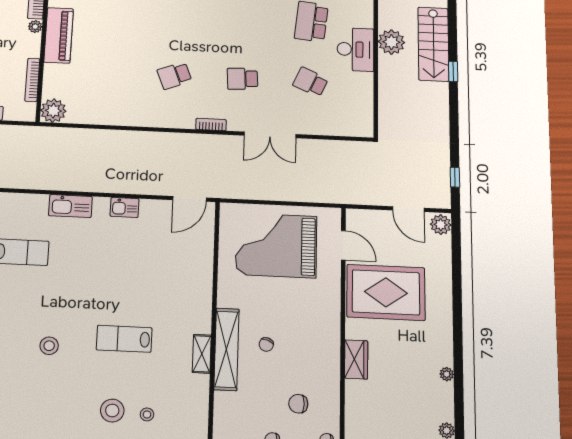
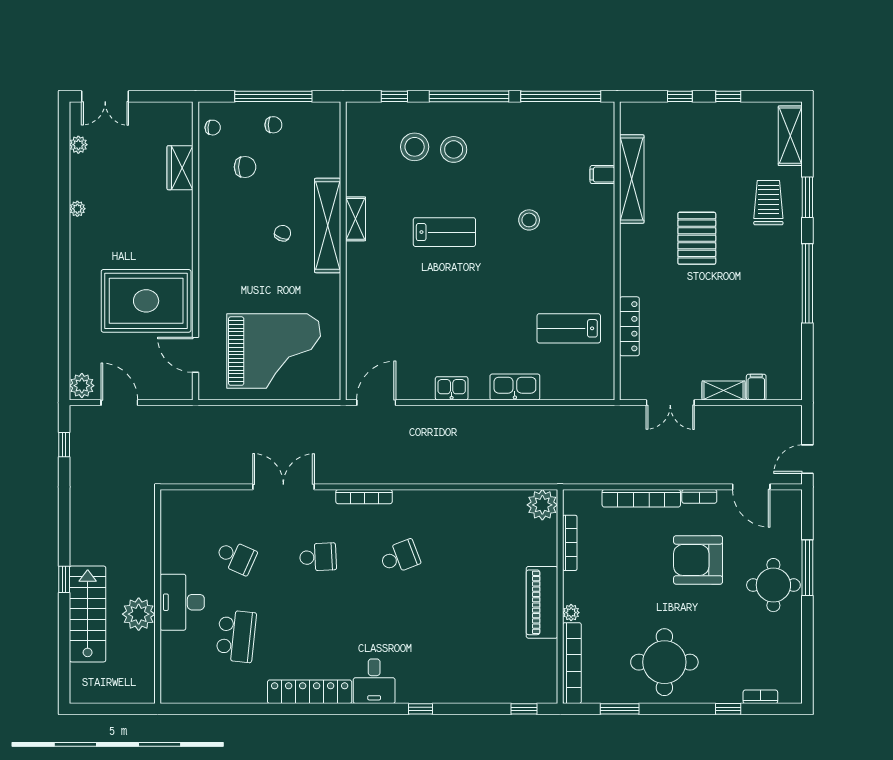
bookcase: (211, 125) -> (364, 497), width x1.56
wardrobe: (356, 359) -> (180, 168), moved
stool: (147, 414) -> (415, 147), width x1.89, depth x1.89

